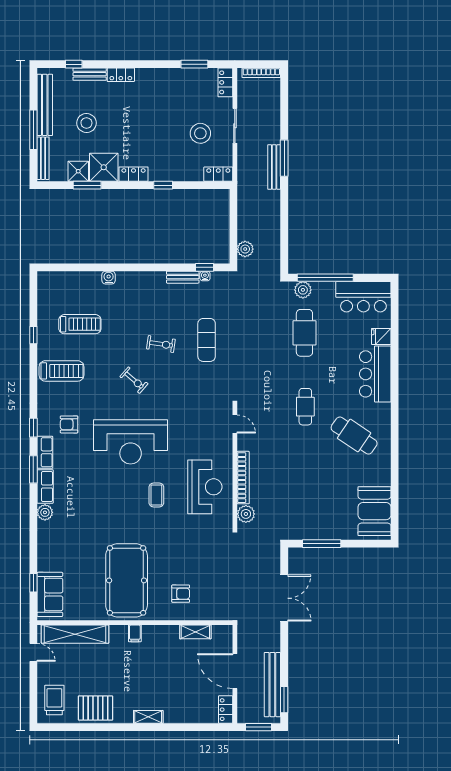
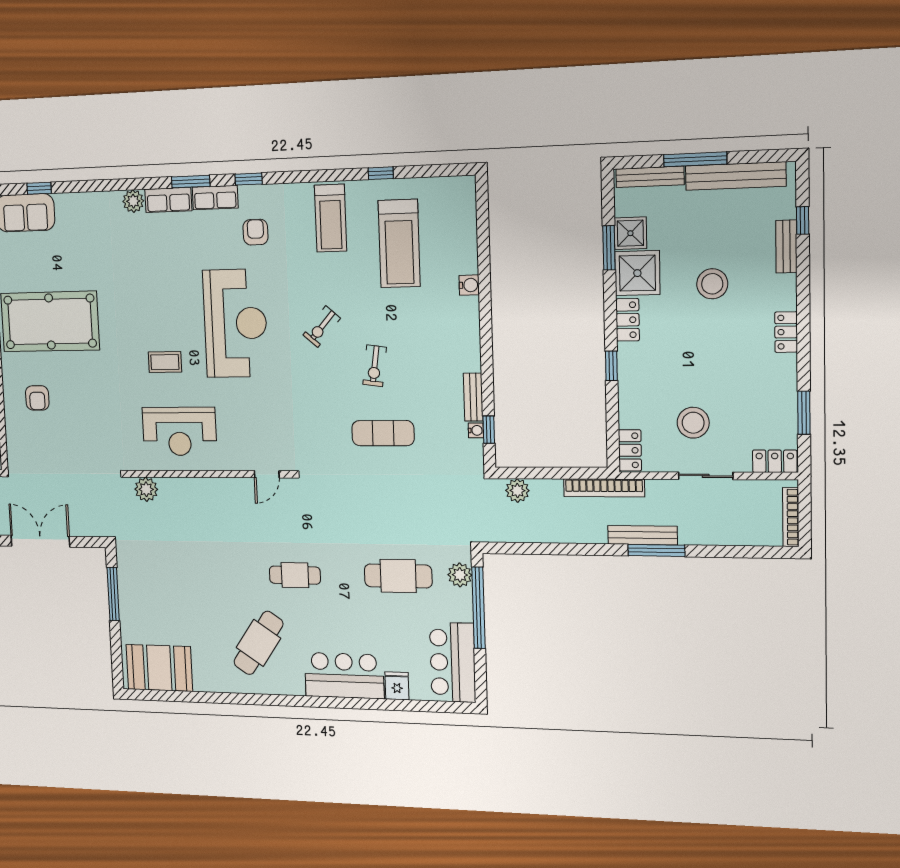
locker: (121, 75) -> (786, 332), moved
stool: (86, 123) -> (712, 284), moved
treadmill: (80, 324) -> (399, 244), width x1.37, depth x1.38
reception desk: (131, 442) -> (235, 323), turned 180
bookcase: (243, 478) -> (604, 488), moved
double door: (284, 598) -> (40, 541), swing flipped

